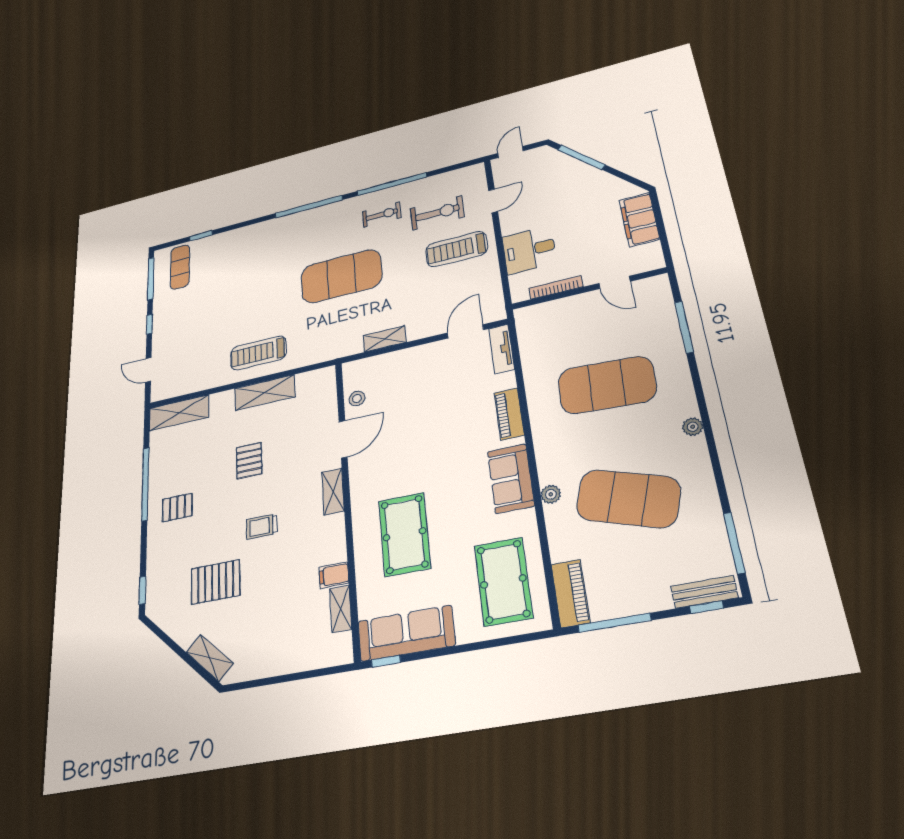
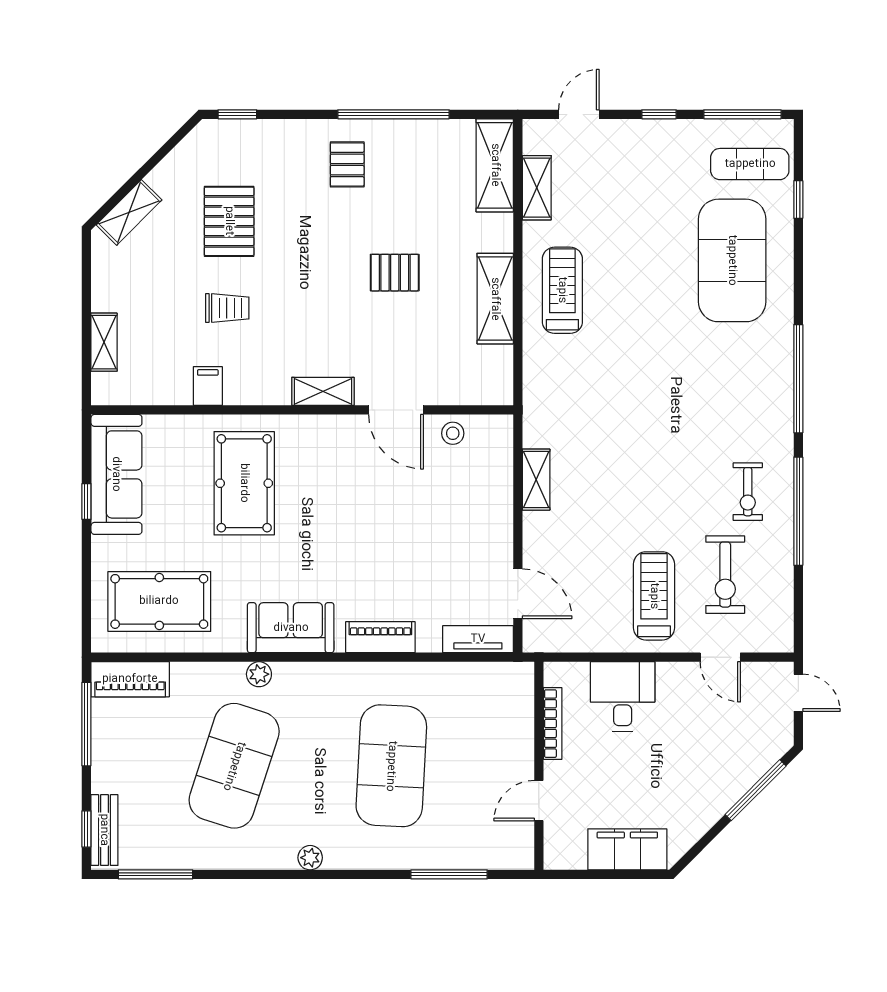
exercise mat: (341, 276) -> (732, 260), moved
shelving: (193, 384) -> (537, 188), added
trolley: (262, 526) -> (227, 308), moved, turned 90
pool table: (404, 534) -> (244, 483), turned 90
shelving: (341, 609) -> (104, 342), moved, turned 90
window: (386, 661) -> (86, 501), moved

